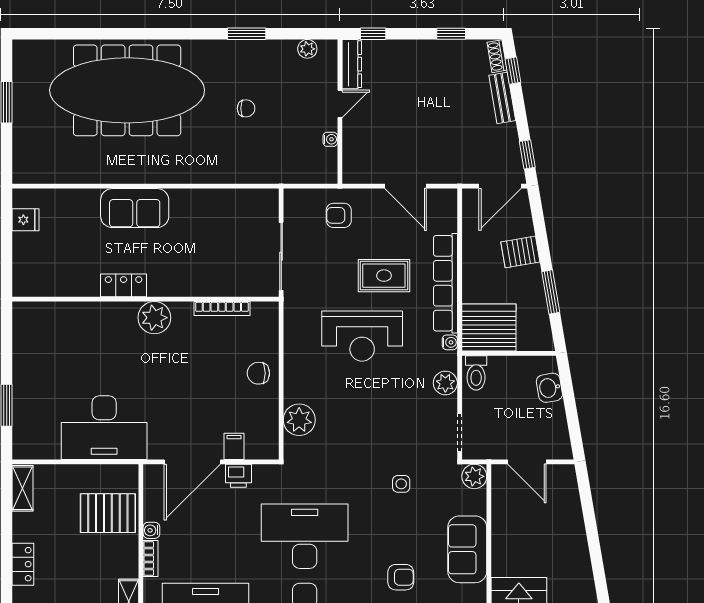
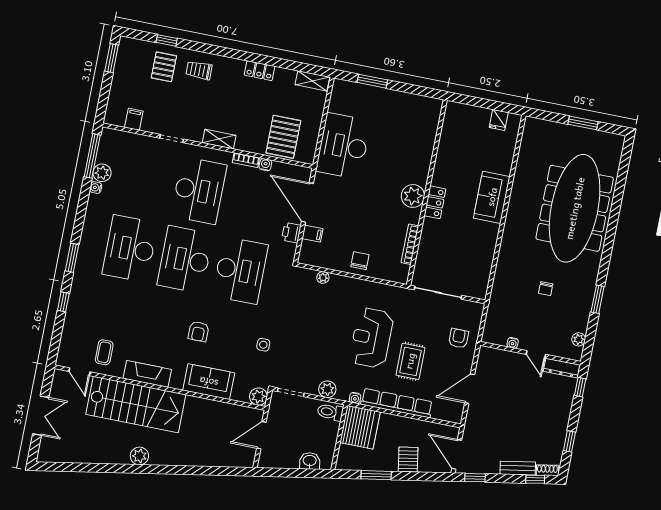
locker: (124, 285) -> (435, 202), moved
plant: (299, 420) -> (323, 277), width x0.53, depth x0.53

